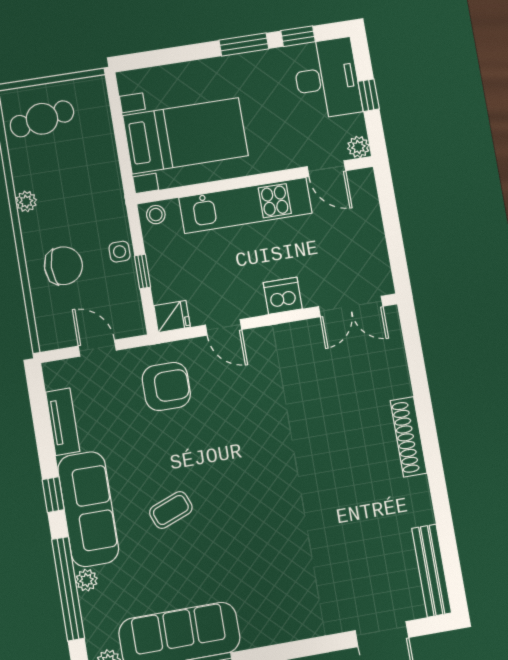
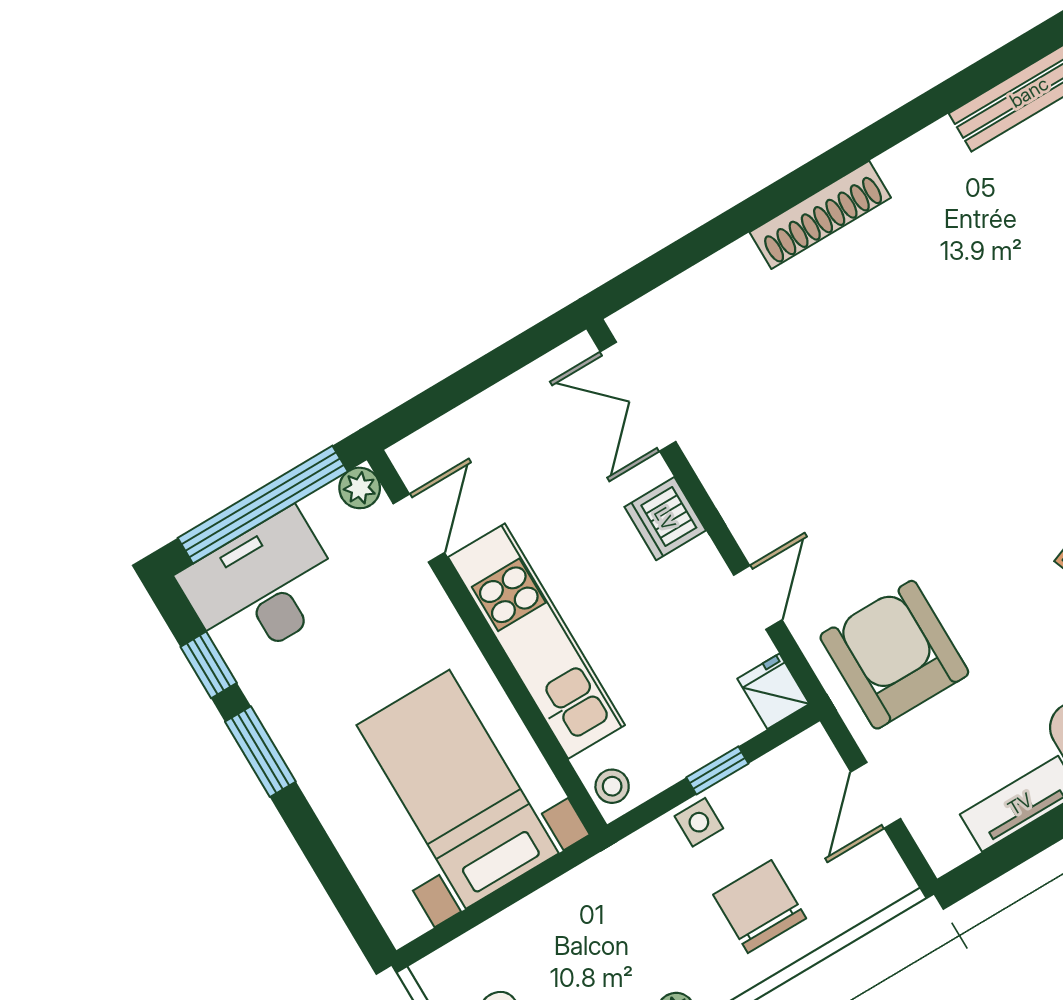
window: (369, 95) -> (263, 505), width x3.17
double door: (351, 306) -> (638, 397), swing flipped
armchair: (166, 386) -> (894, 655), width x1.36, depth x1.36

